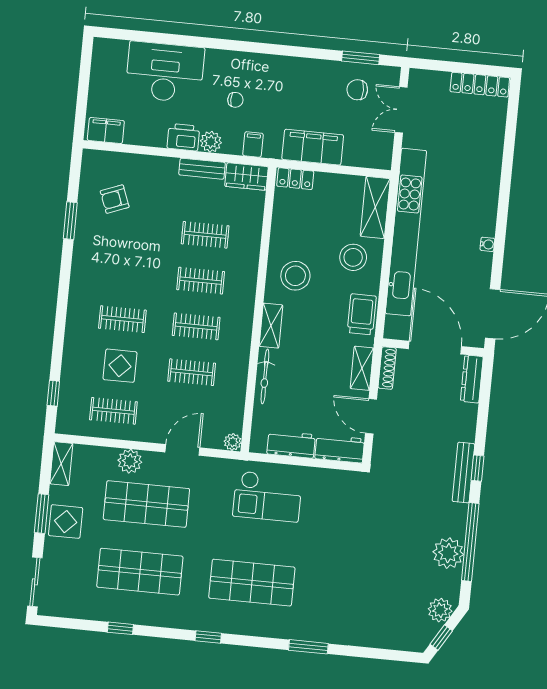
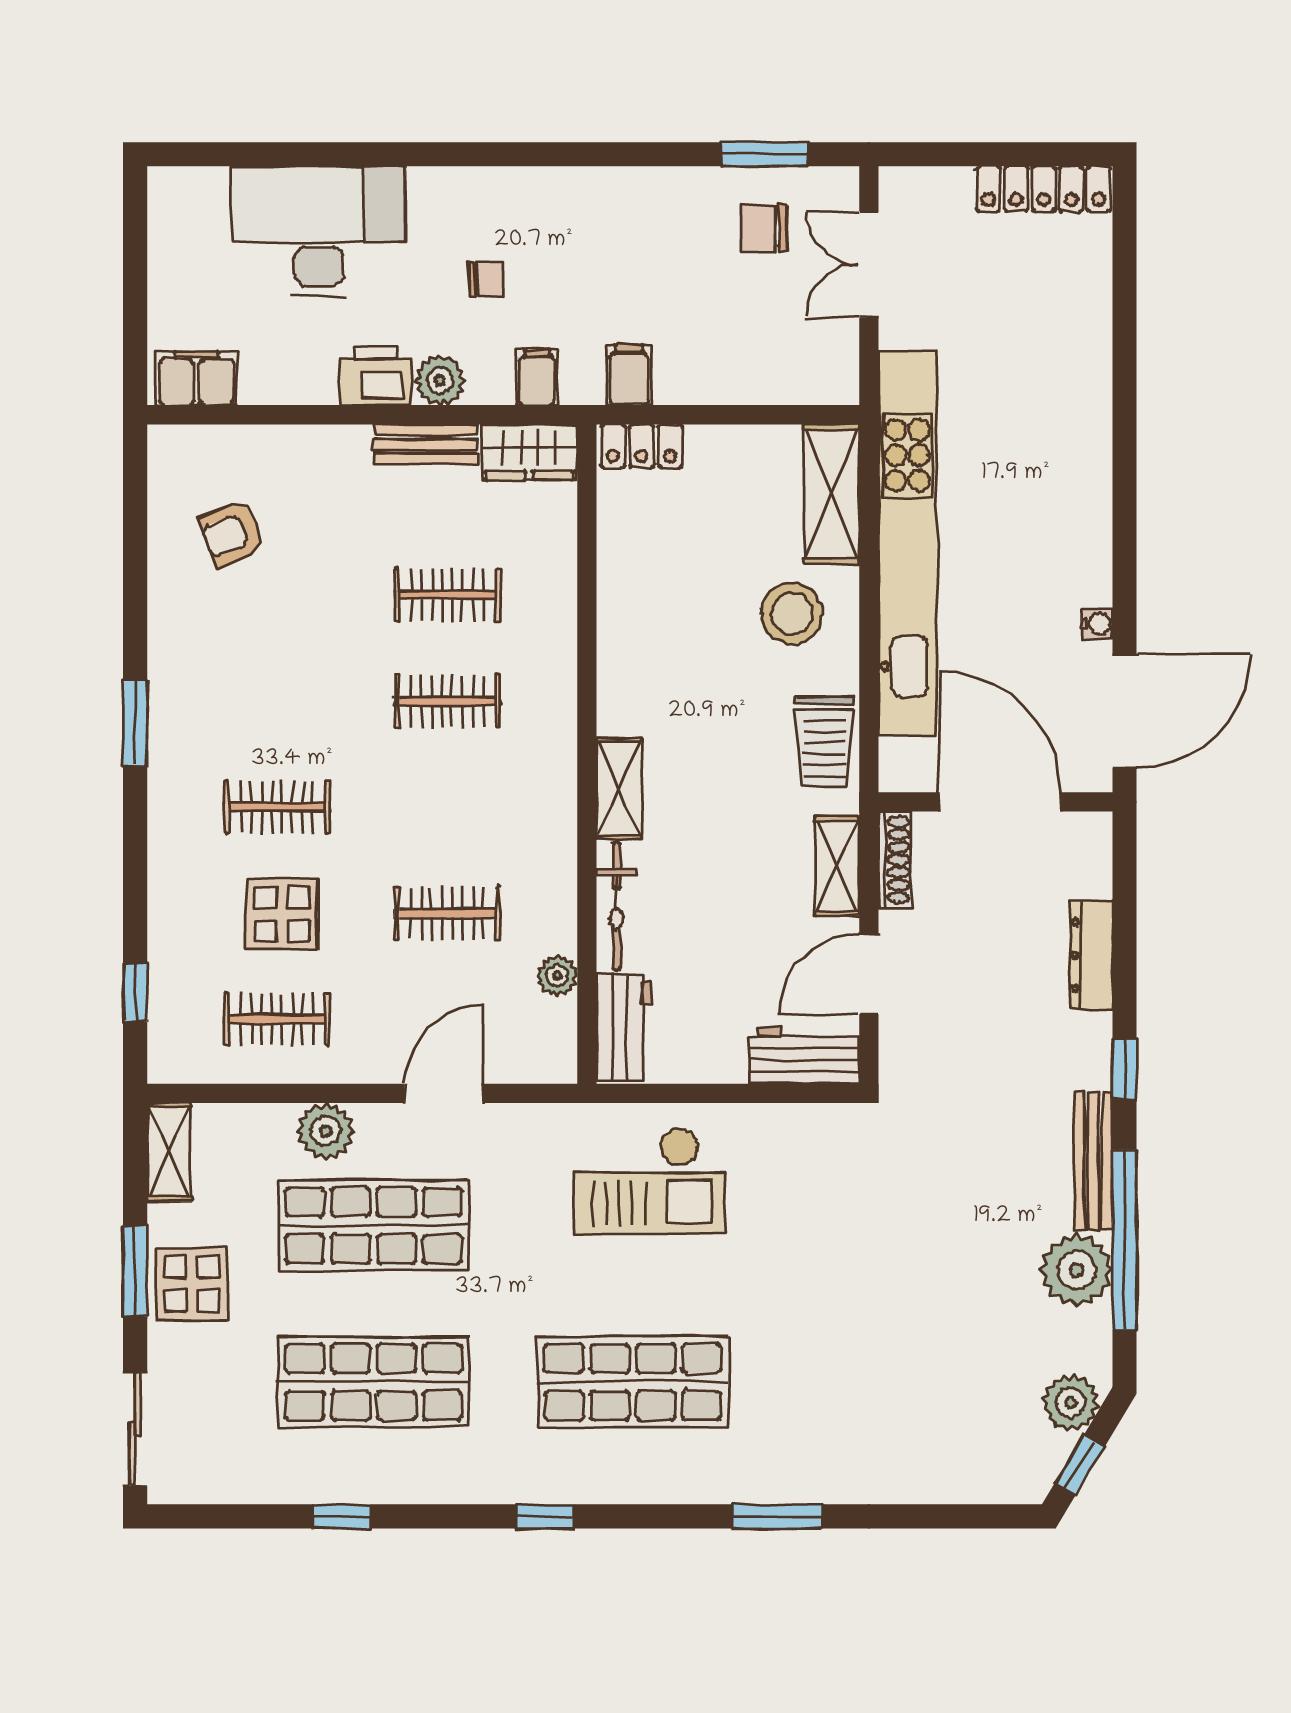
filing cabinet: (313, 147) -> (629, 375), width x0.33, depth x0.86
window: (70, 221) -> (135, 723), moved
water cooler: (487, 244) -> (1097, 624), moved
stool: (295, 276) -> (664, 669), removed
trolley: (362, 314) -> (825, 742), turned 180
clothes rail: (196, 326) -> (448, 807), removed
dresser: (472, 379) -> (1091, 955), moved
door: (371, 416) -> (869, 974), hinge flipped
plant: (233, 442) -> (557, 976), moved
workbench: (291, 444) -> (624, 1027), moved, turned 90
bench: (463, 473) -> (1093, 1161), moved

